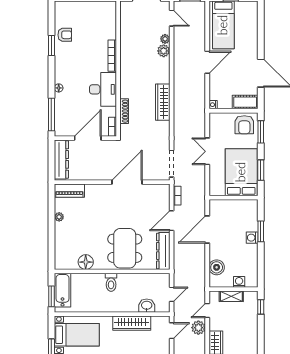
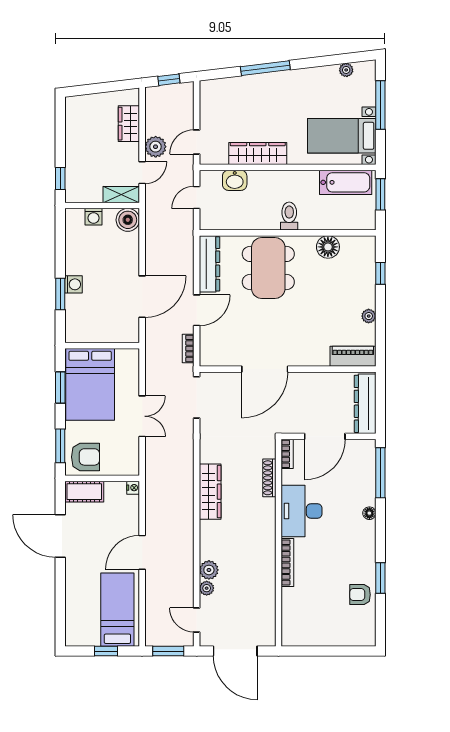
armchair: (244, 125) -> (85, 457), turned 90
window: (51, 245) -> (380, 273), added
boiler: (217, 267) -> (128, 220), moved
bathtub: (62, 290) -> (346, 182), moved, turned -90
shelving: (231, 296) -> (121, 195), moved

